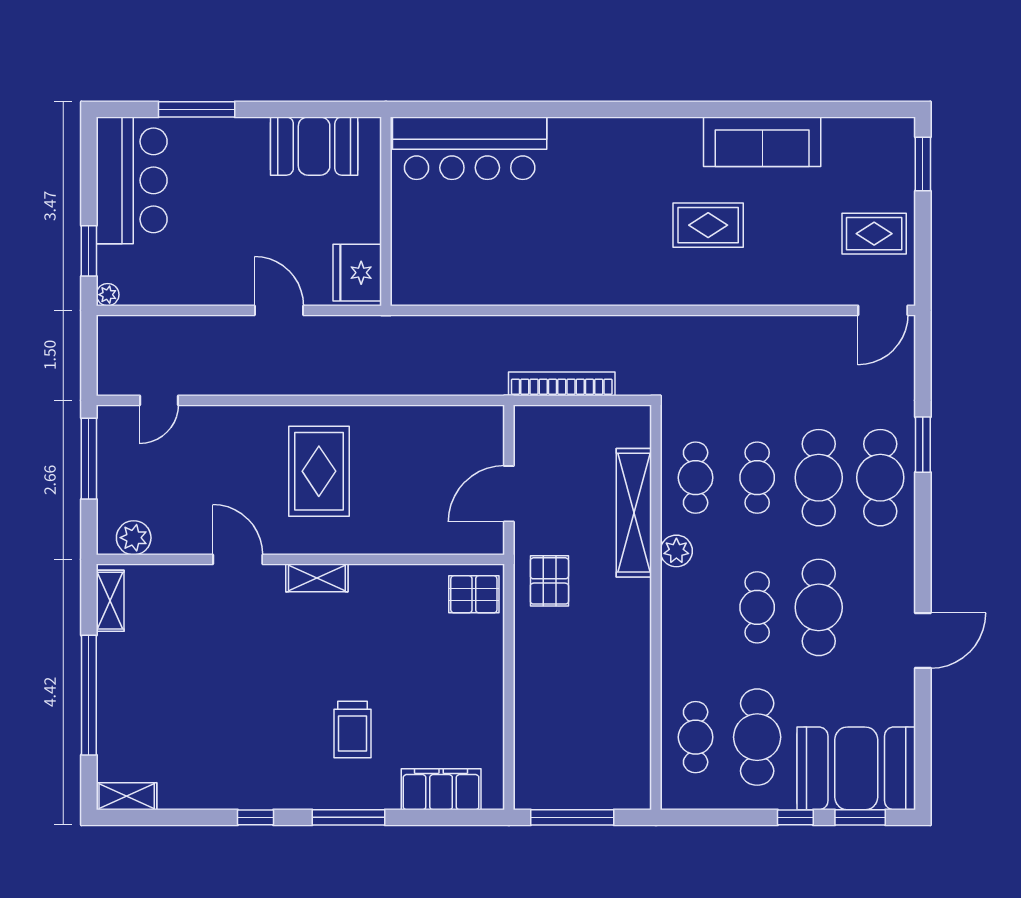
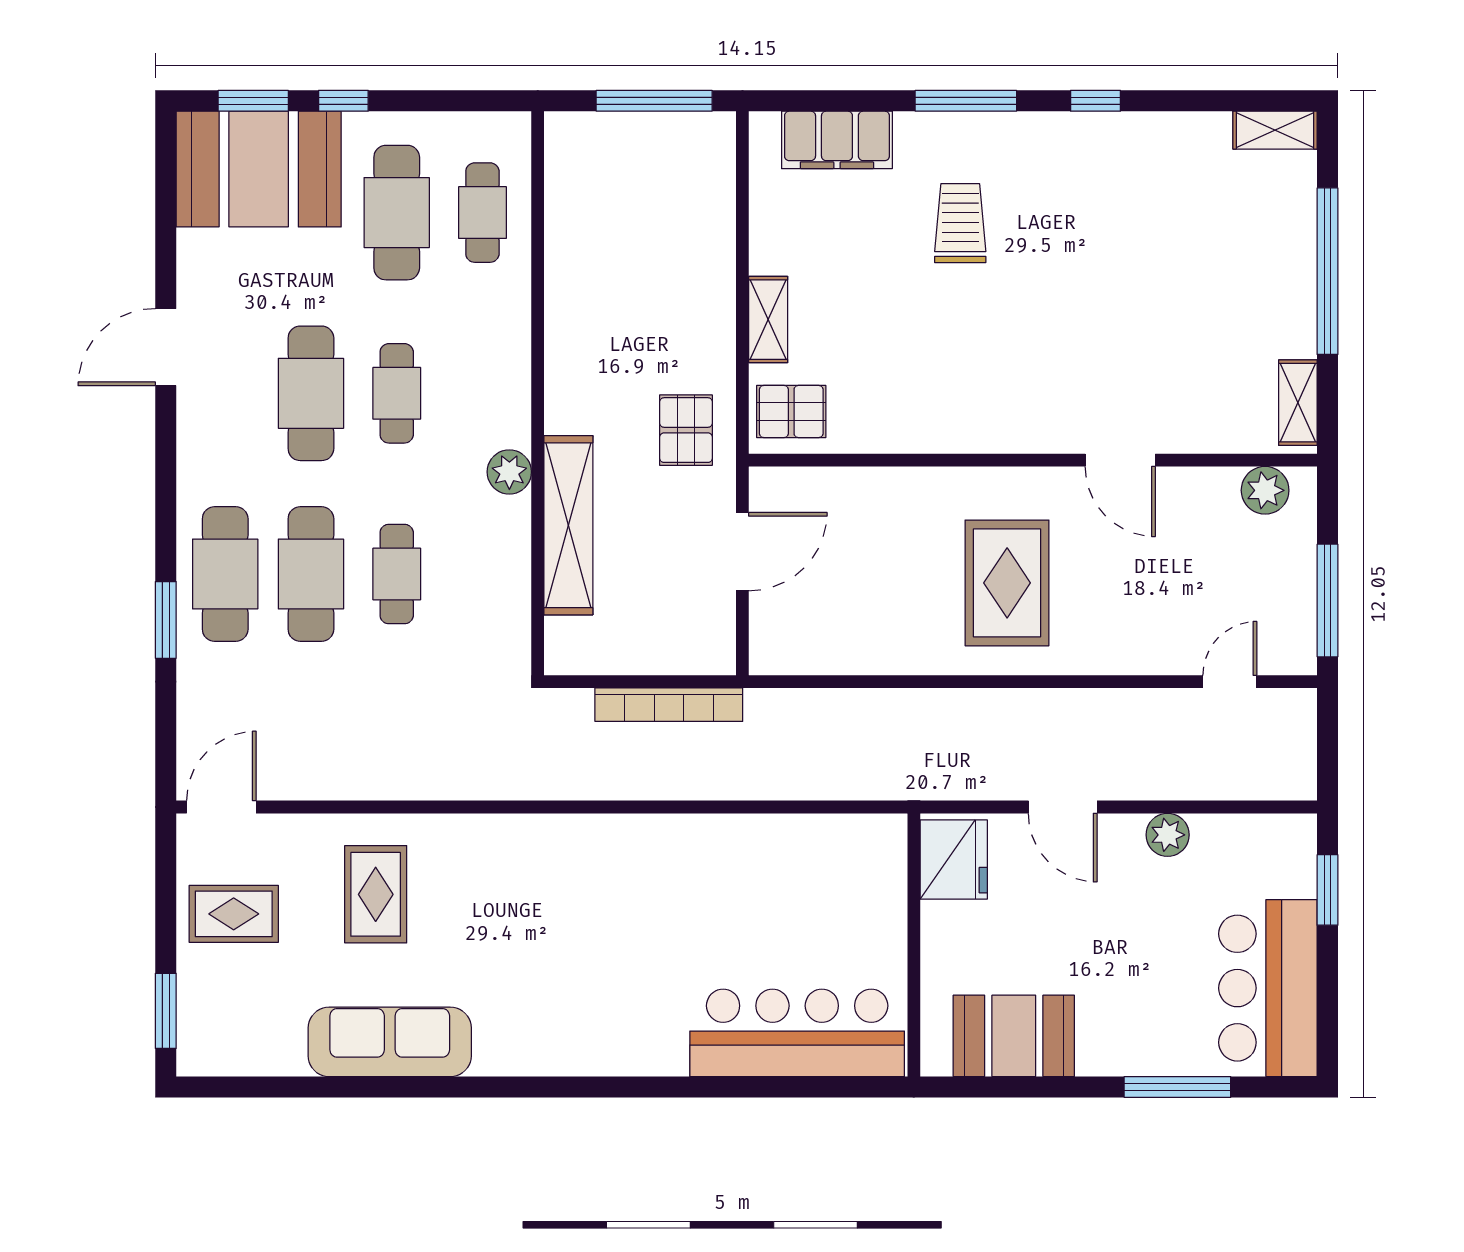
rug: (708, 225) -> (376, 894), moved, turned 90
plant: (108, 295) -> (1168, 835), moved, width x1.38, depth x1.38
cafe table: (696, 478) -> (482, 574), removed
shelving: (317, 578) -> (768, 320), moved, turned 90

